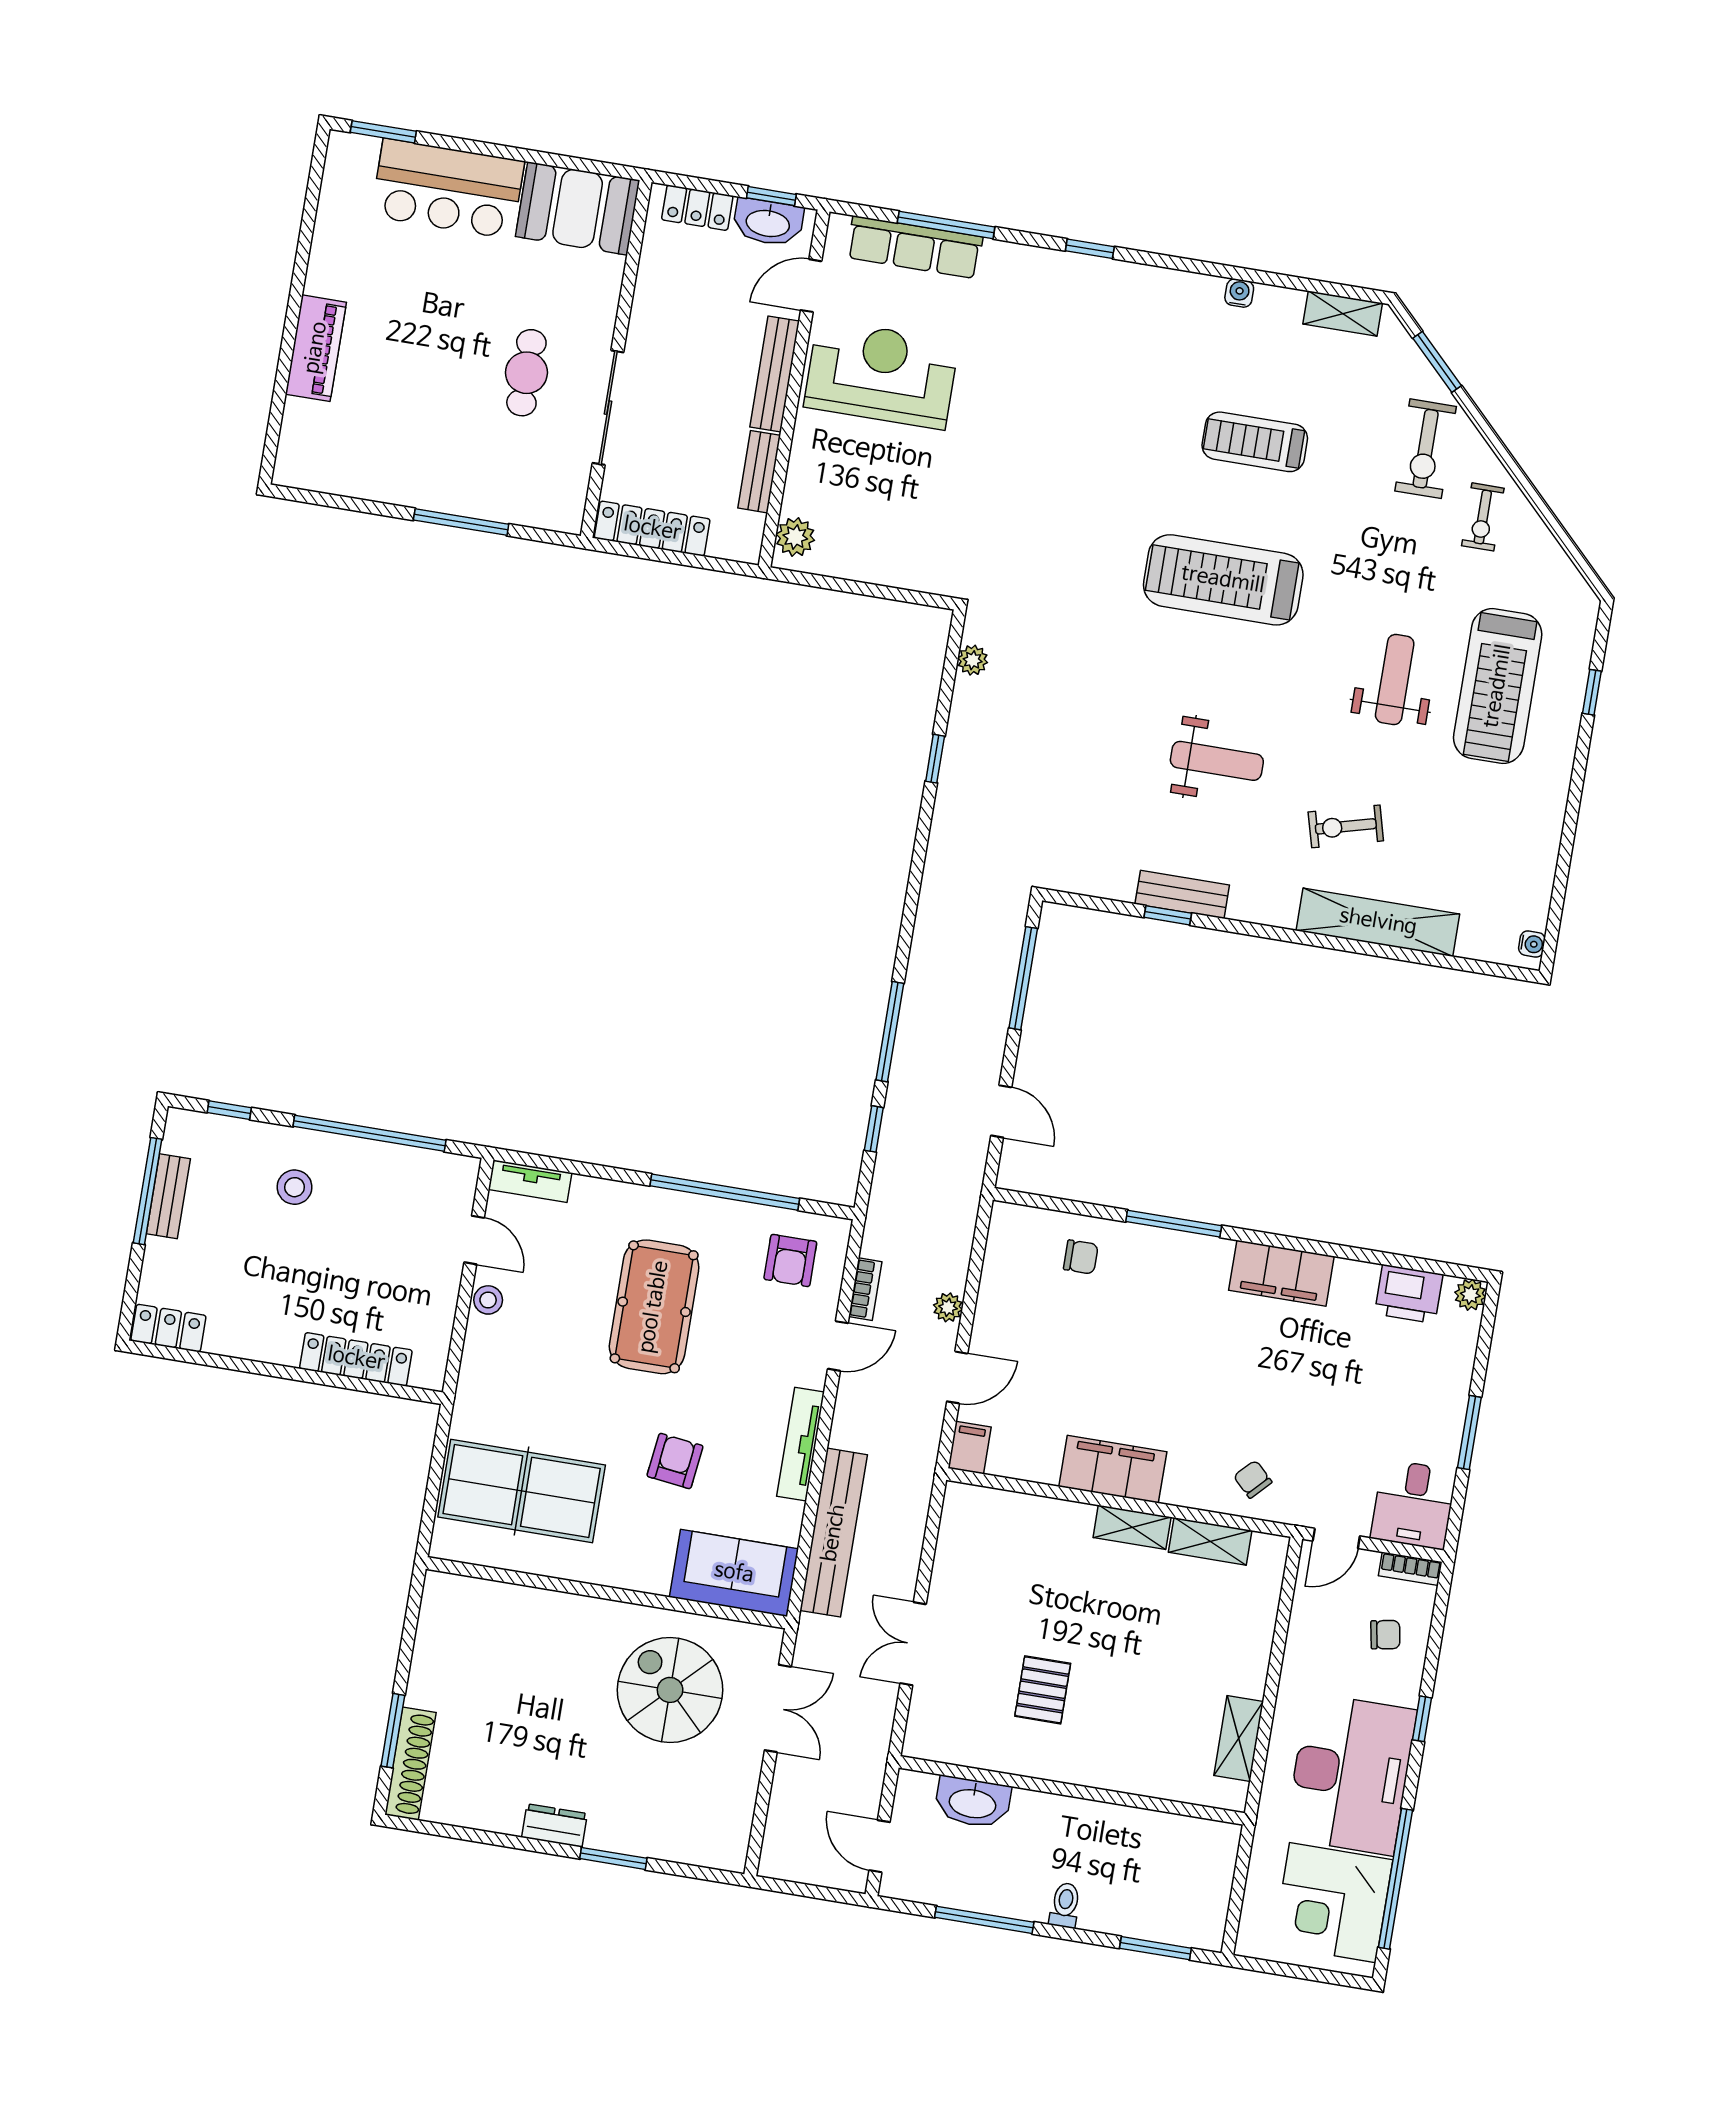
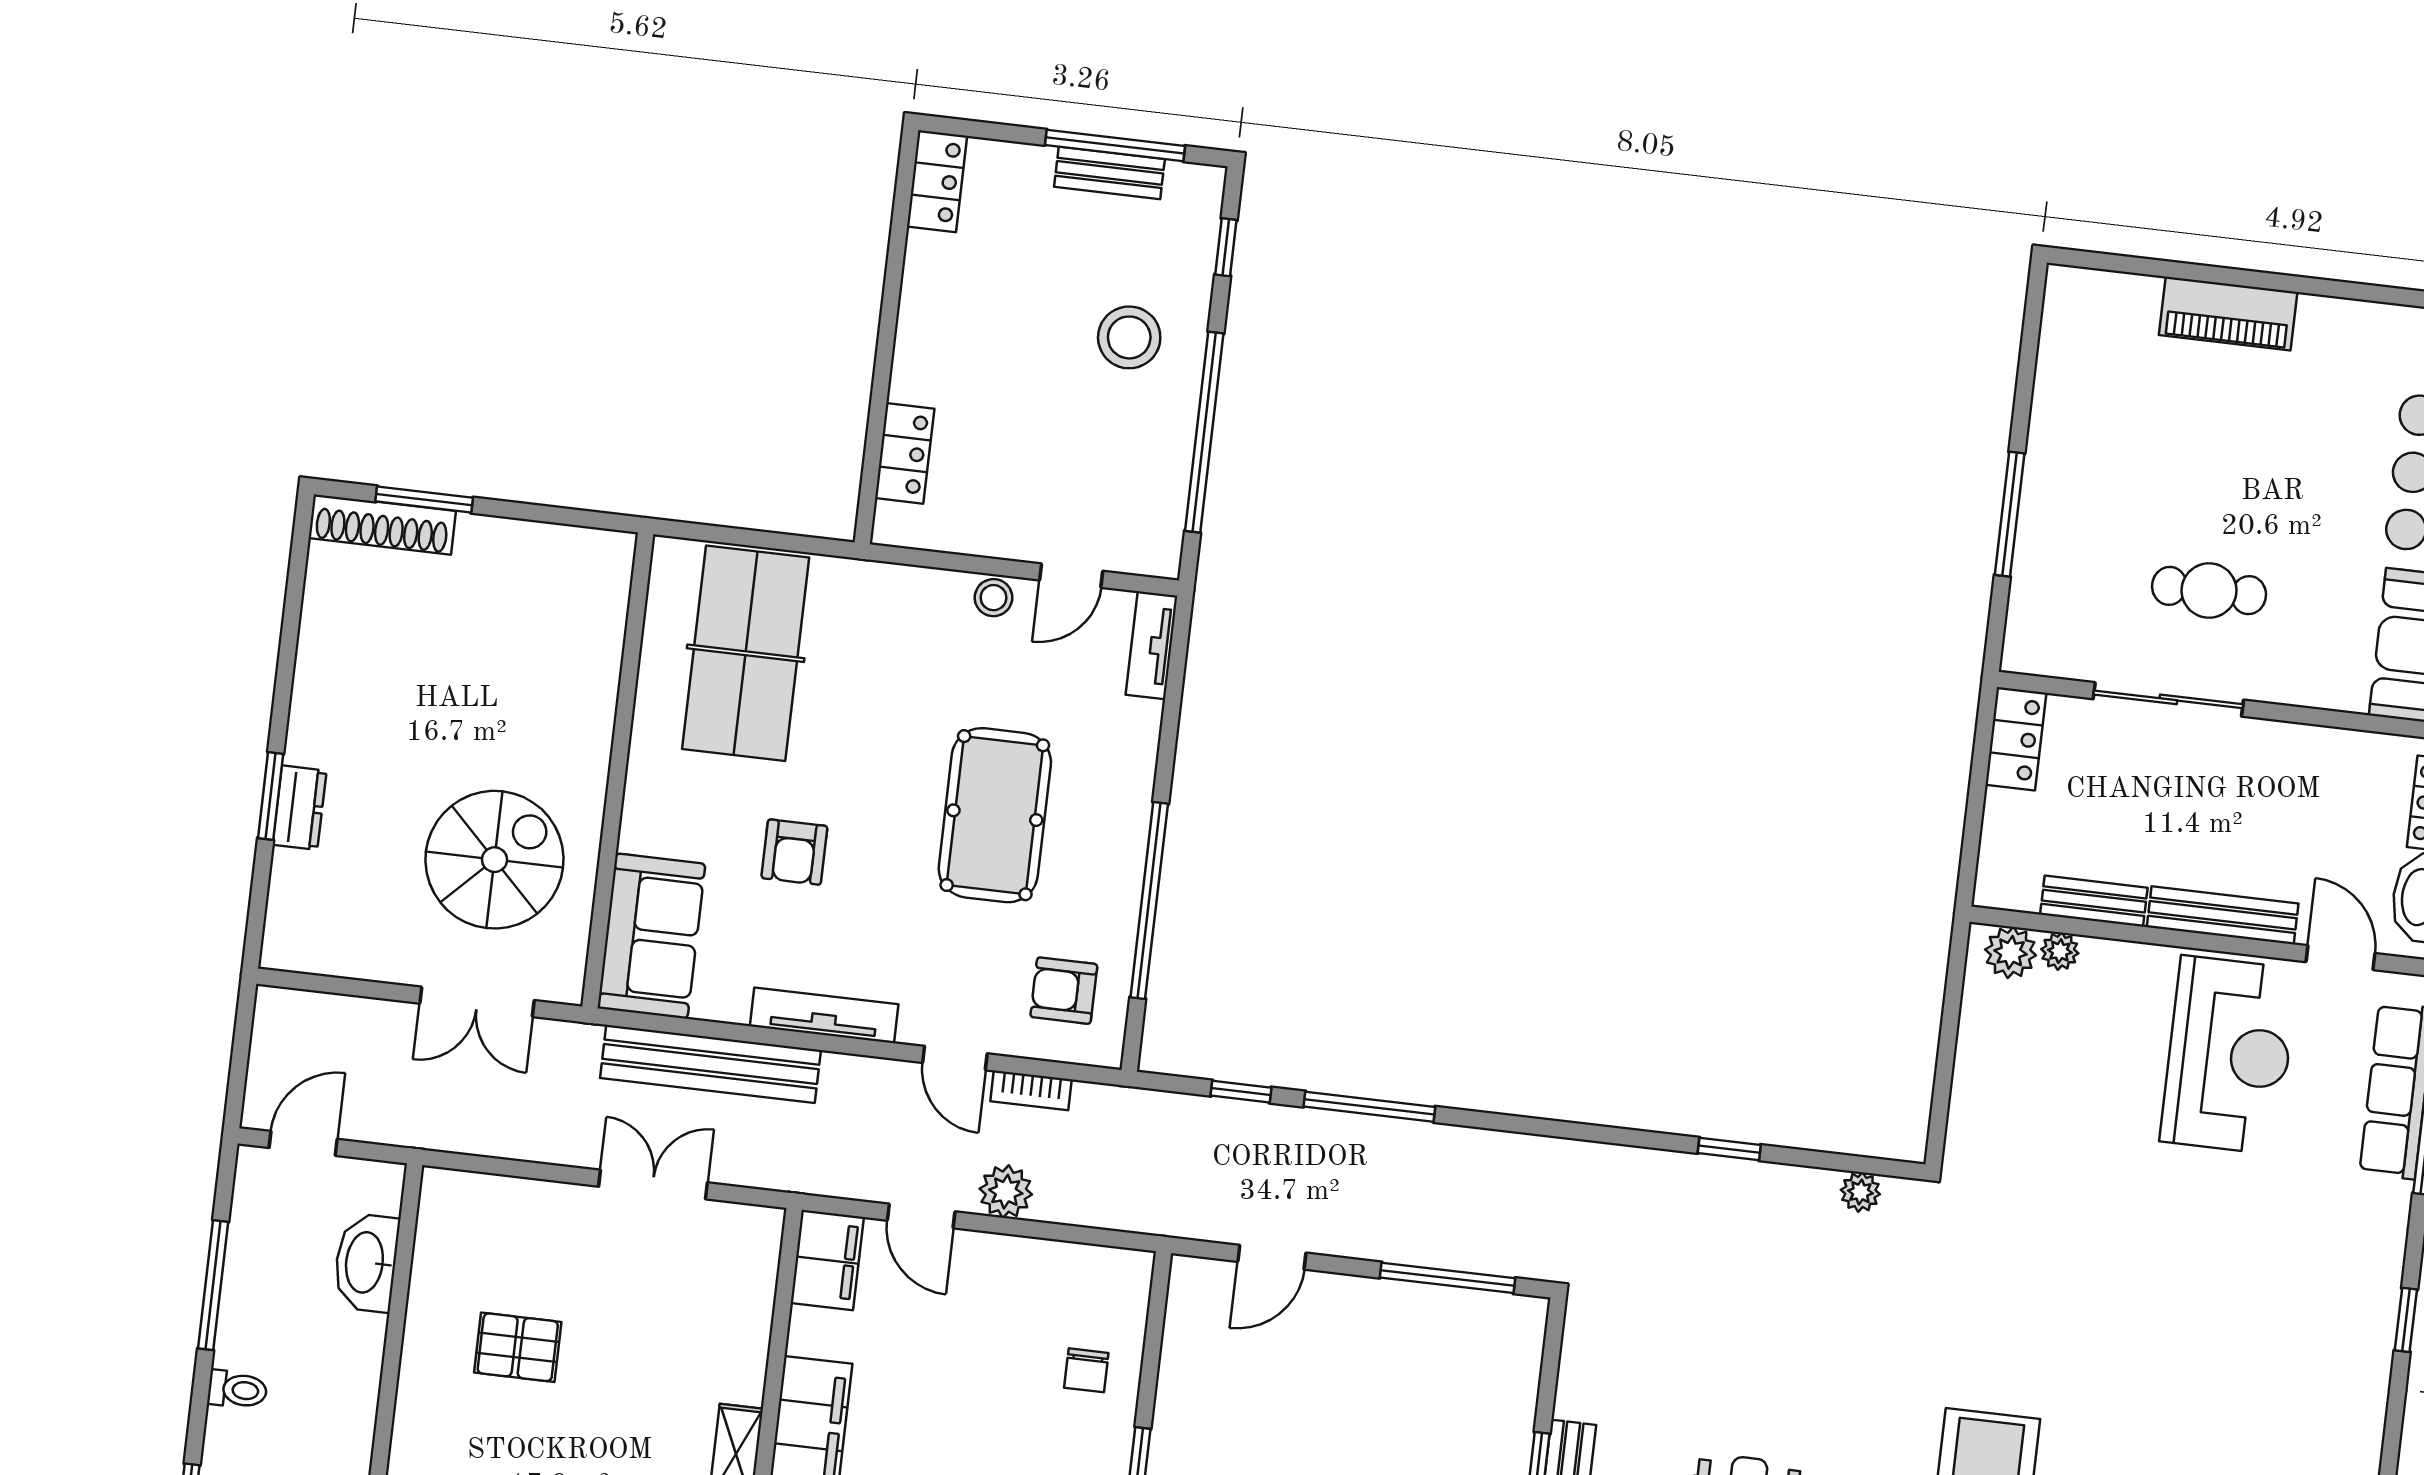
plant: (796, 499) -> (2060, 951), added
locker: (652, 529) -> (2016, 739), width x0.66
stool: (295, 1187) -> (1129, 337), width x1.38, depth x1.38
pool table: (654, 1307) -> (995, 815), turned 90
plant: (948, 1307) -> (1006, 1192), width x1.38, depth x1.38
locker: (356, 1359) -> (905, 453), width x0.66
filing cabinet: (970, 1448) -> (827, 1260), width x2.00
armchair: (675, 1461) -> (794, 852), turned 83
double door: (913, 1644) -> (653, 1185), moved
dresser: (555, 1825) -> (299, 808), moved

